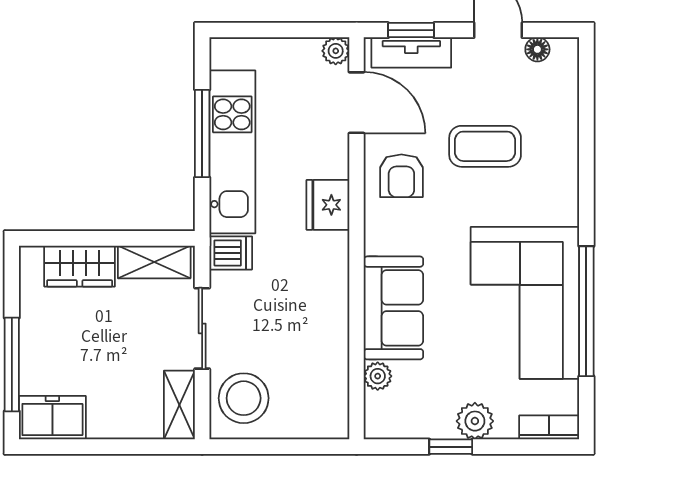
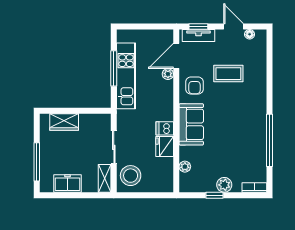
plant: (336, 51) -> (168, 74), moved
door: (357, 103) -> (176, 56), swing flipped
fridge: (328, 205) -> (165, 146), moved
dishwasher: (231, 253) -> (165, 128), moved, turned 180
shelving: (154, 262) -> (94, 120), removed
corner sofa: (525, 303) -> (245, 137), removed
sofa: (393, 308) -> (191, 124), moved
freezer: (52, 418) -> (67, 183), moved

